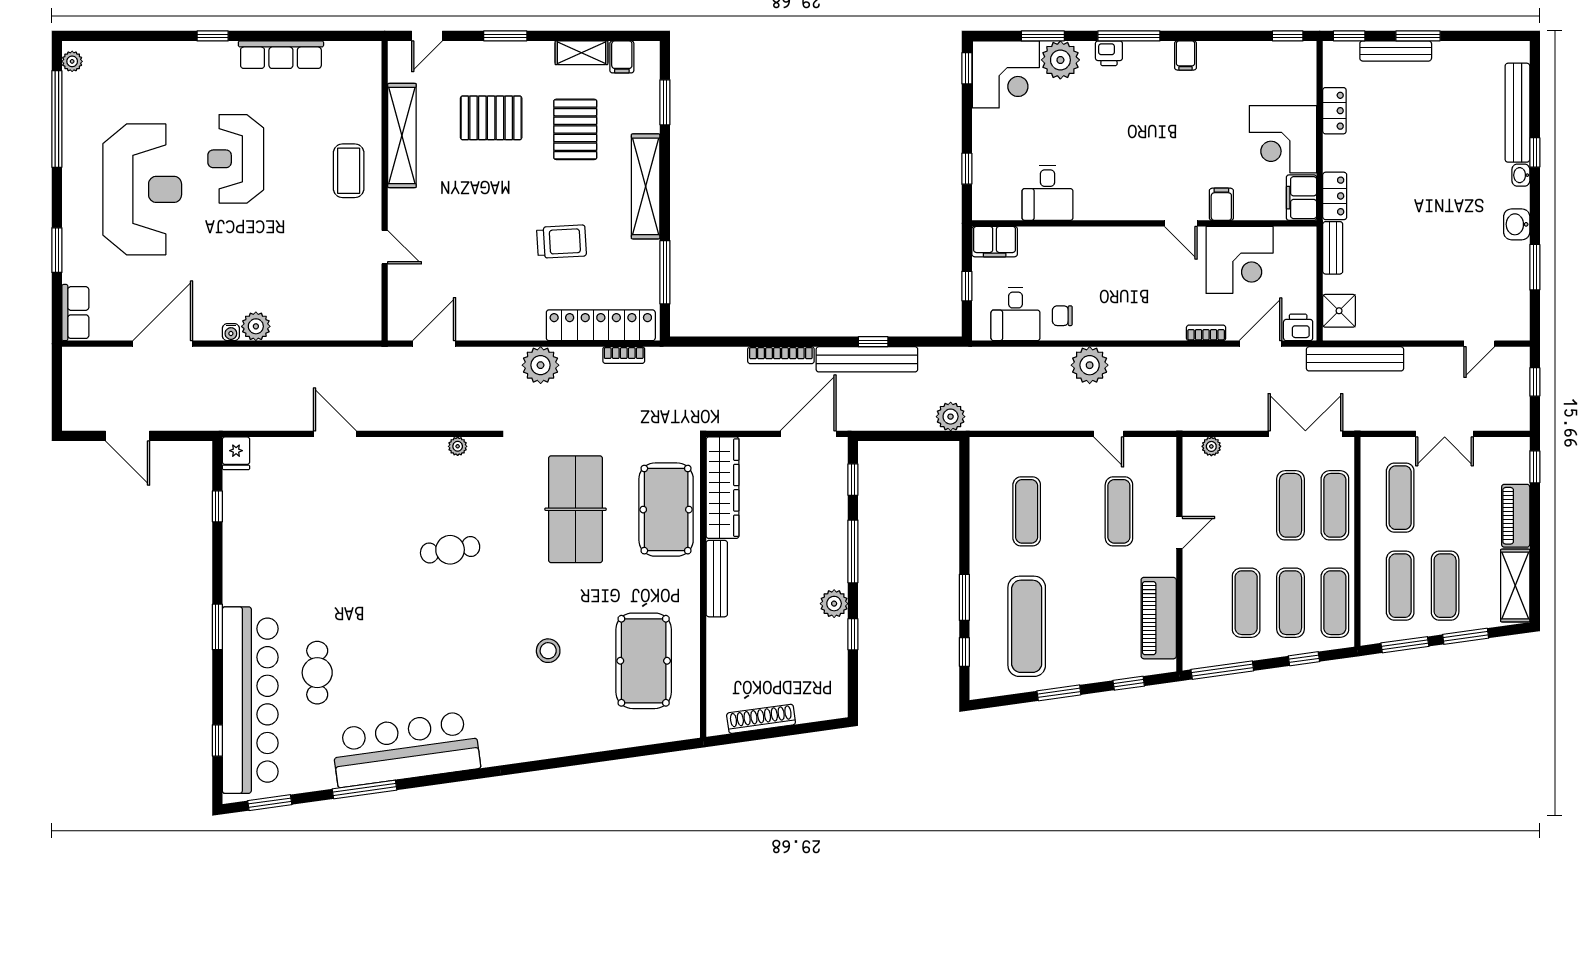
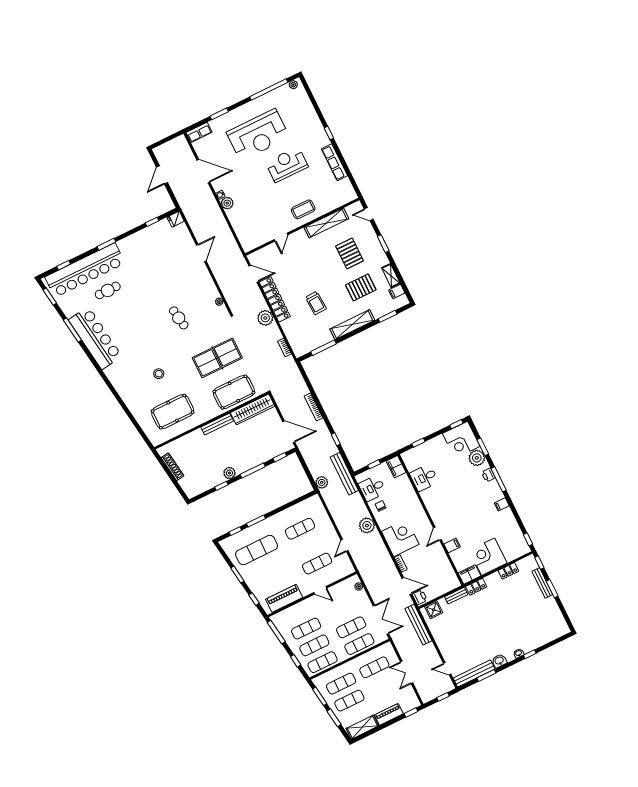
bench: (1517, 113) -> (474, 673), moved
corner desk: (1240, 260) -> (400, 538), moved, turned 180
locker: (601, 325) -> (275, 299), moved
bench: (867, 359) -> (344, 474), moved

